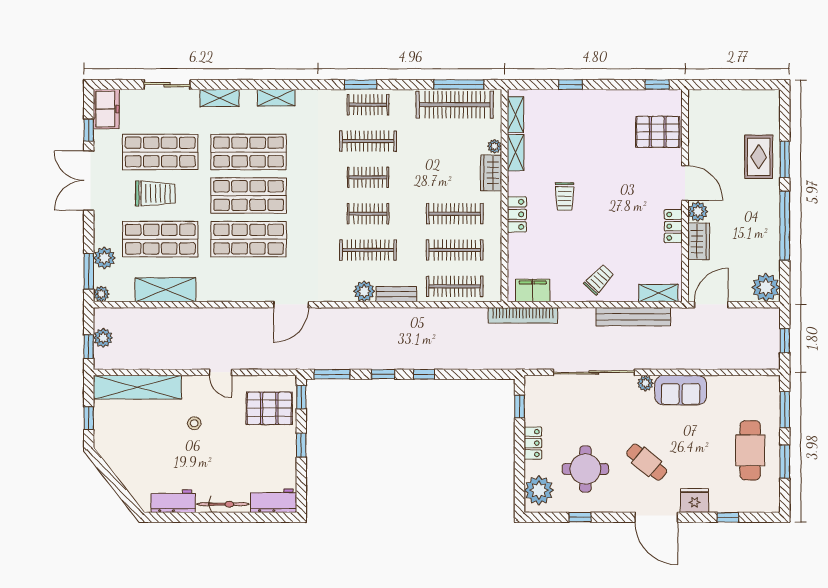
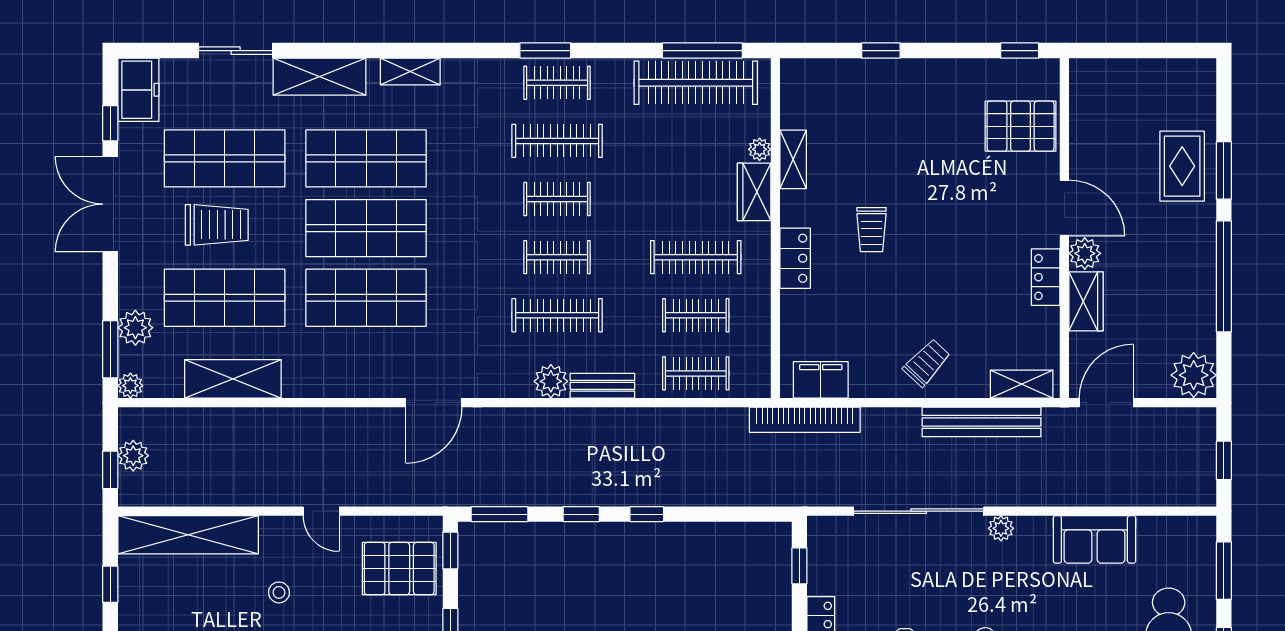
shelving: (220, 98) -> (319, 77), width x1.50, depth x1.33
shelving: (515, 115) -> (793, 99), removed
clothes rail: (455, 250) -> (696, 315), width x0.73
clothes rail: (455, 286) -> (696, 373), width x0.73
sofa: (681, 390) -> (1094, 539), moved

